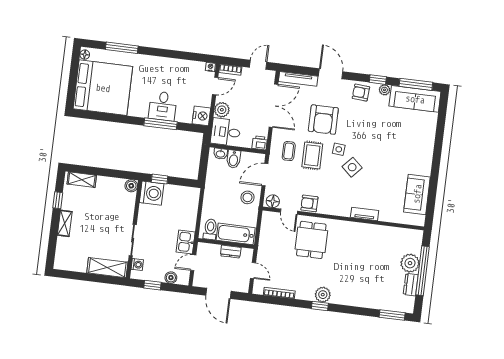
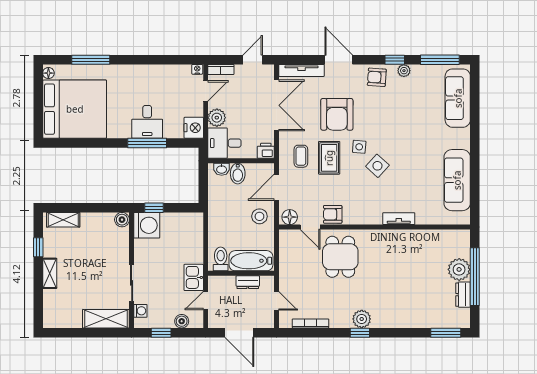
sofa: (415, 99) -> (458, 98), moved, turned 90
sofa: (417, 194) -> (457, 180), width x1.36

